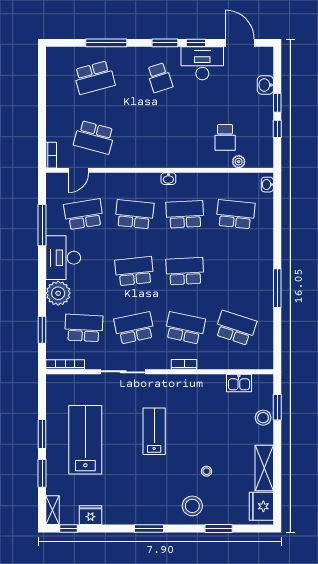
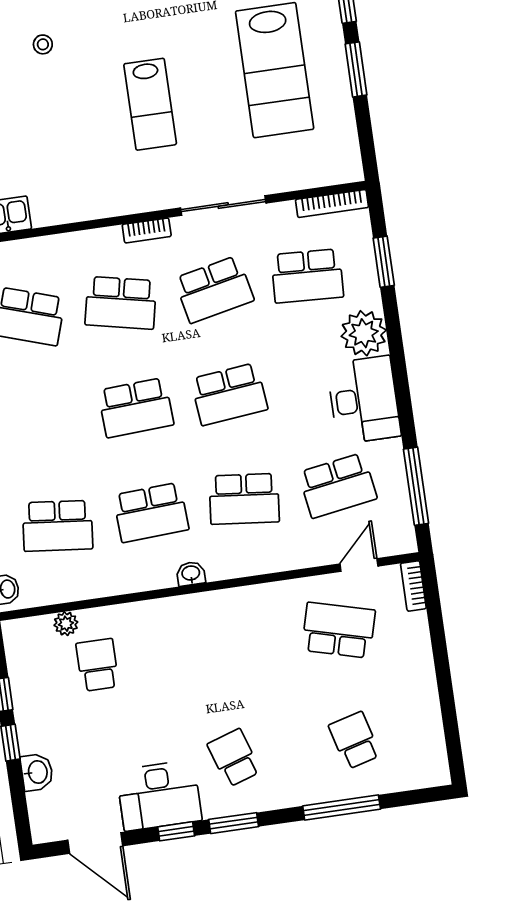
school desk: (94, 78) -> (354, 740), width x0.54
window: (42, 225) -> (416, 486), moved
bookcase: (184, 364) -> (147, 230), moved

